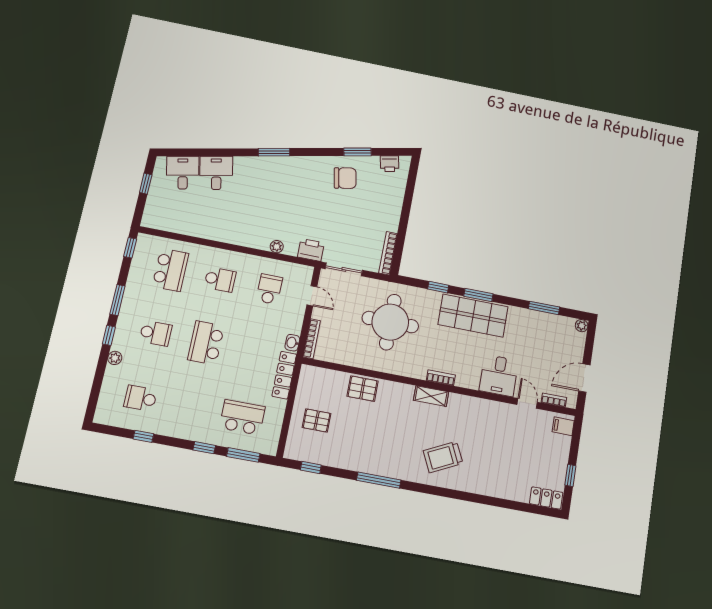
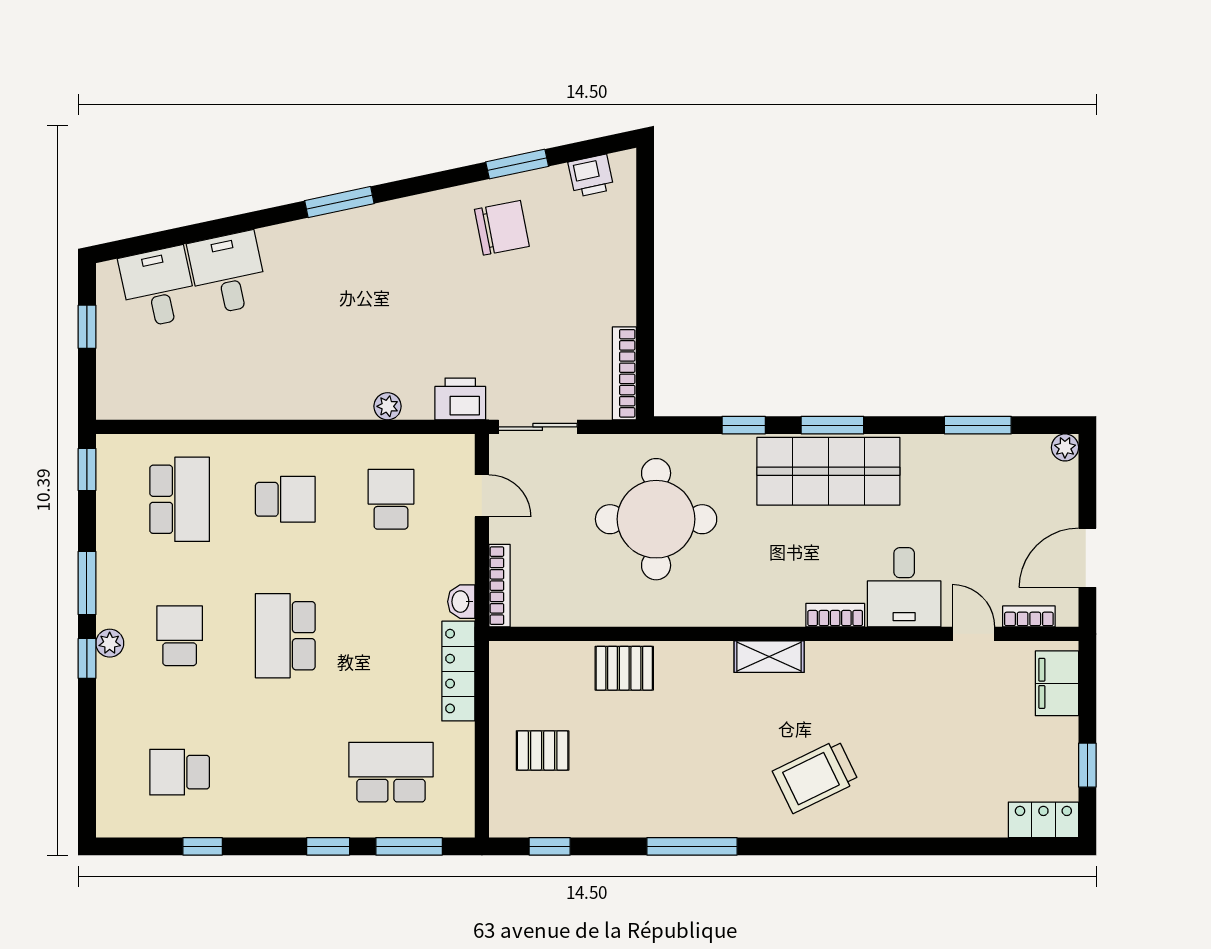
school desk: (156, 333) -> (180, 636), turned -90
plant: (115, 358) -> (110, 643), moved
bookcase: (441, 378) -> (835, 615), moved
filing cabinet: (563, 426) -> (1057, 683), width x2.00

